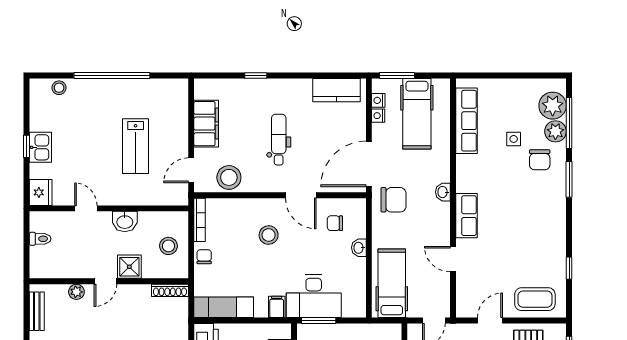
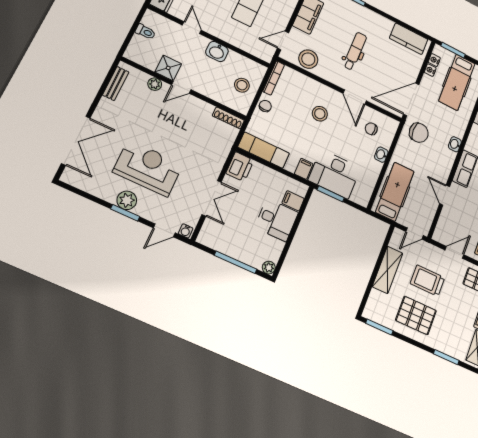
shower: (129, 267) -> (168, 68), moved

